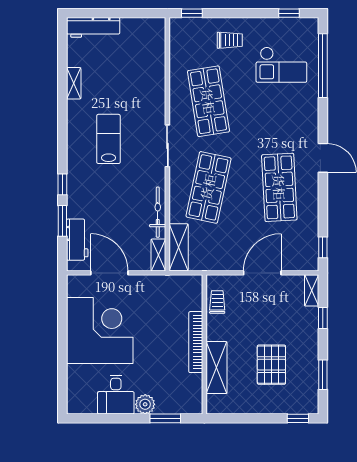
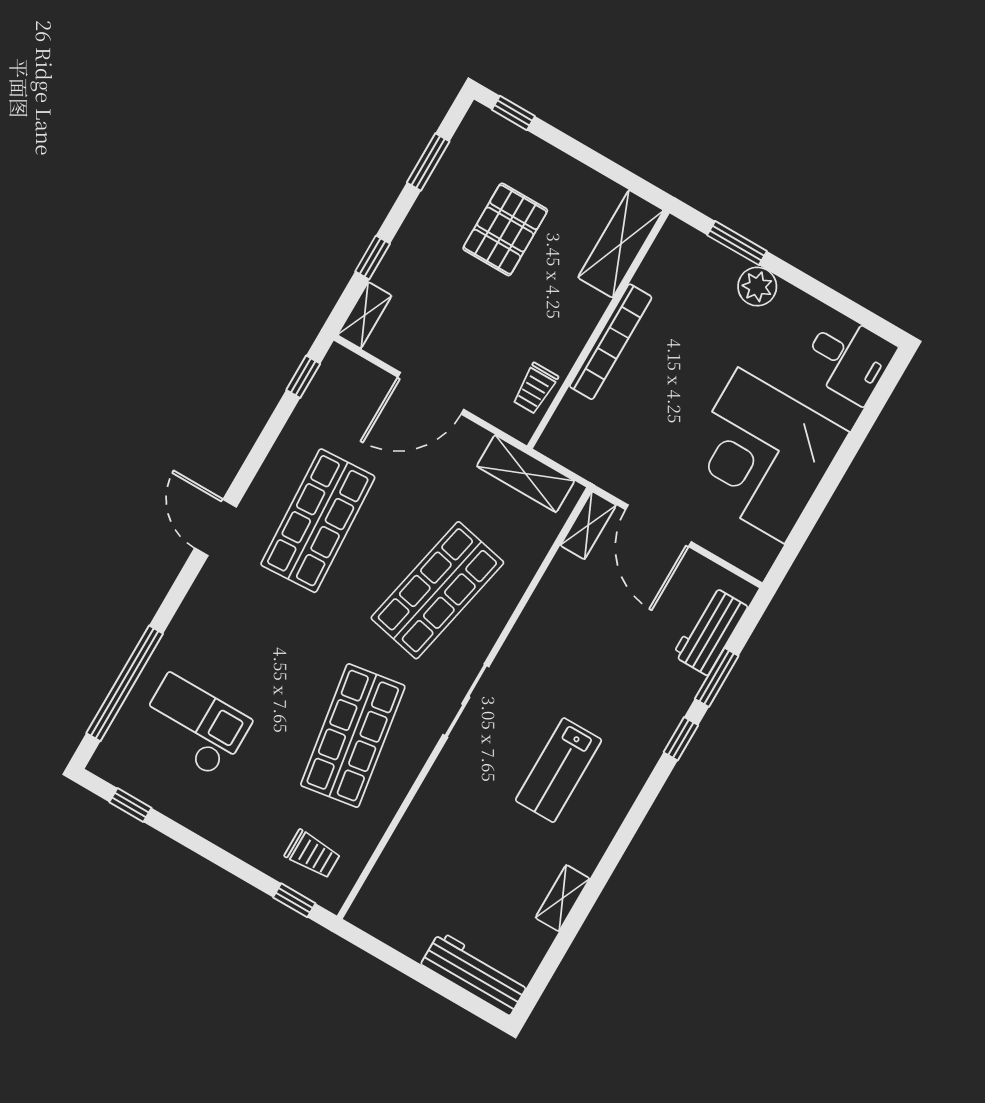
trolley: (230, 40) -> (313, 854), moved, turned 180
bicycle: (158, 212) -> (547, 598), removed
shelving: (179, 247) -> (526, 474), moved, turned 90
door: (109, 273) -> (658, 526), moved
shelving: (217, 368) -> (621, 244), moved
desk: (116, 395) -> (849, 358), moved, turned 90

